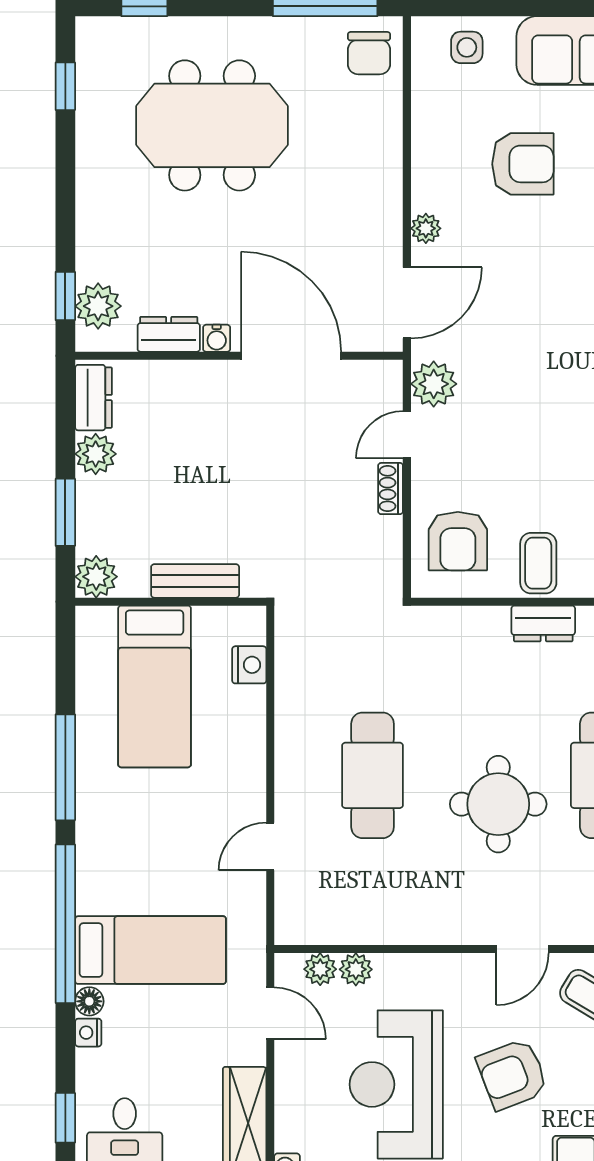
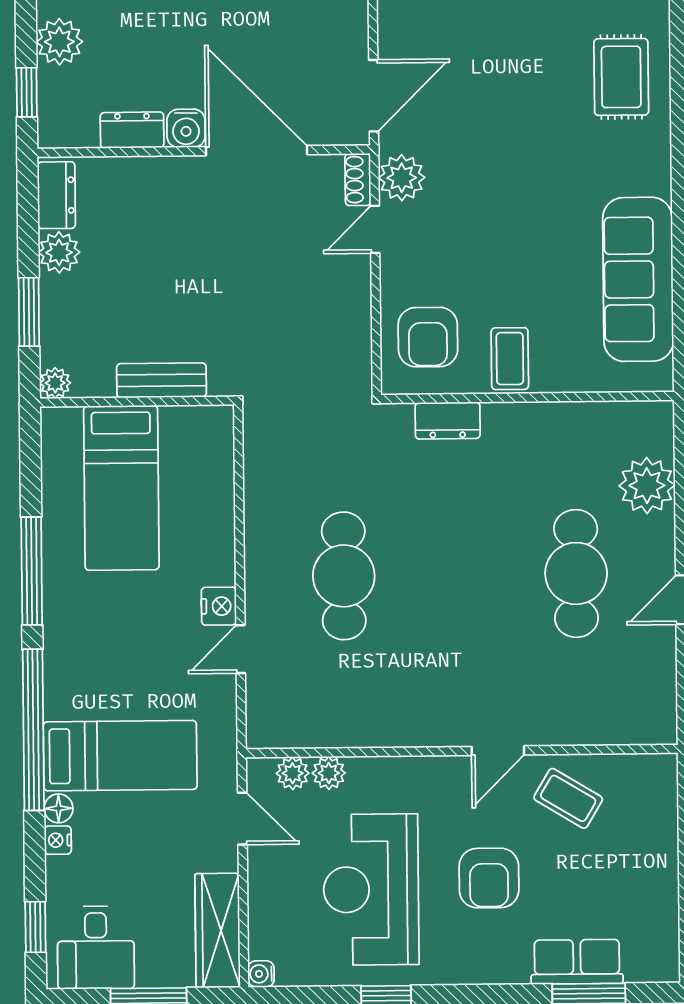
plant: (426, 228) -> (392, 20), removed
plant: (98, 306) -> (59, 42), moved
water cooler: (217, 338) -> (186, 128), width x1.38, depth x1.38
shoe rack: (391, 489) -> (358, 180), moved
plant: (96, 577) -> (55, 383), width x0.73, depth x0.73
dresser: (543, 623) -> (448, 421), moved
nightstand: (249, 665) -> (219, 606), moved
round table: (498, 804) -> (472, 604), removed
armchair: (512, 1074) -> (489, 878), turned -69

